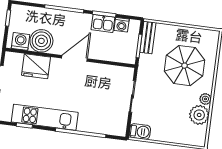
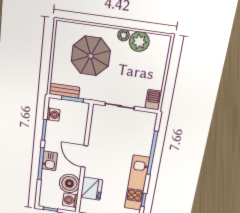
kitchen sink: (103, 23) -> (50, 161), moved

